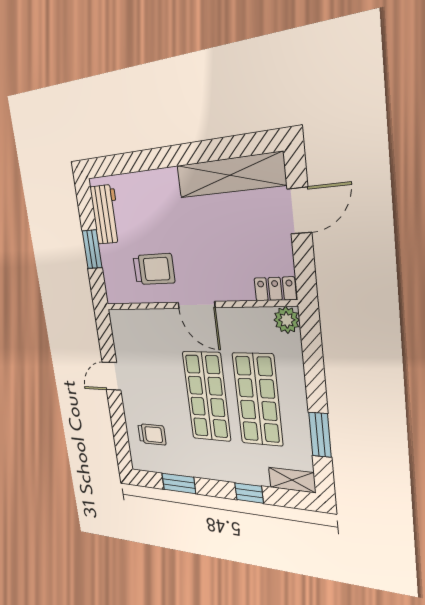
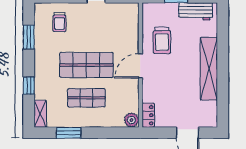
shelving: (230, 175) -> (209, 69), moved
shop shelf: (258, 399) -> (86, 98), width x0.70, depth x0.74

